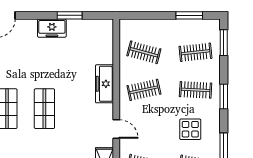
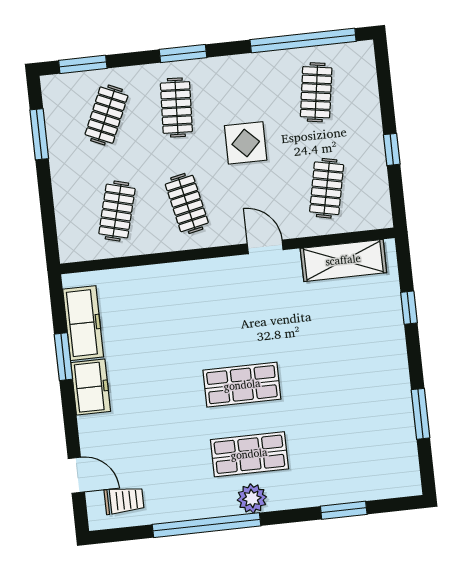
clothes rail: (196, 52) -> (106, 115), turned 30
freezer: (105, 84) -> (83, 323), moved, turned -90
door: (116, 129) -> (265, 247), hinge flipped
display table: (190, 129) -> (246, 143), moved

